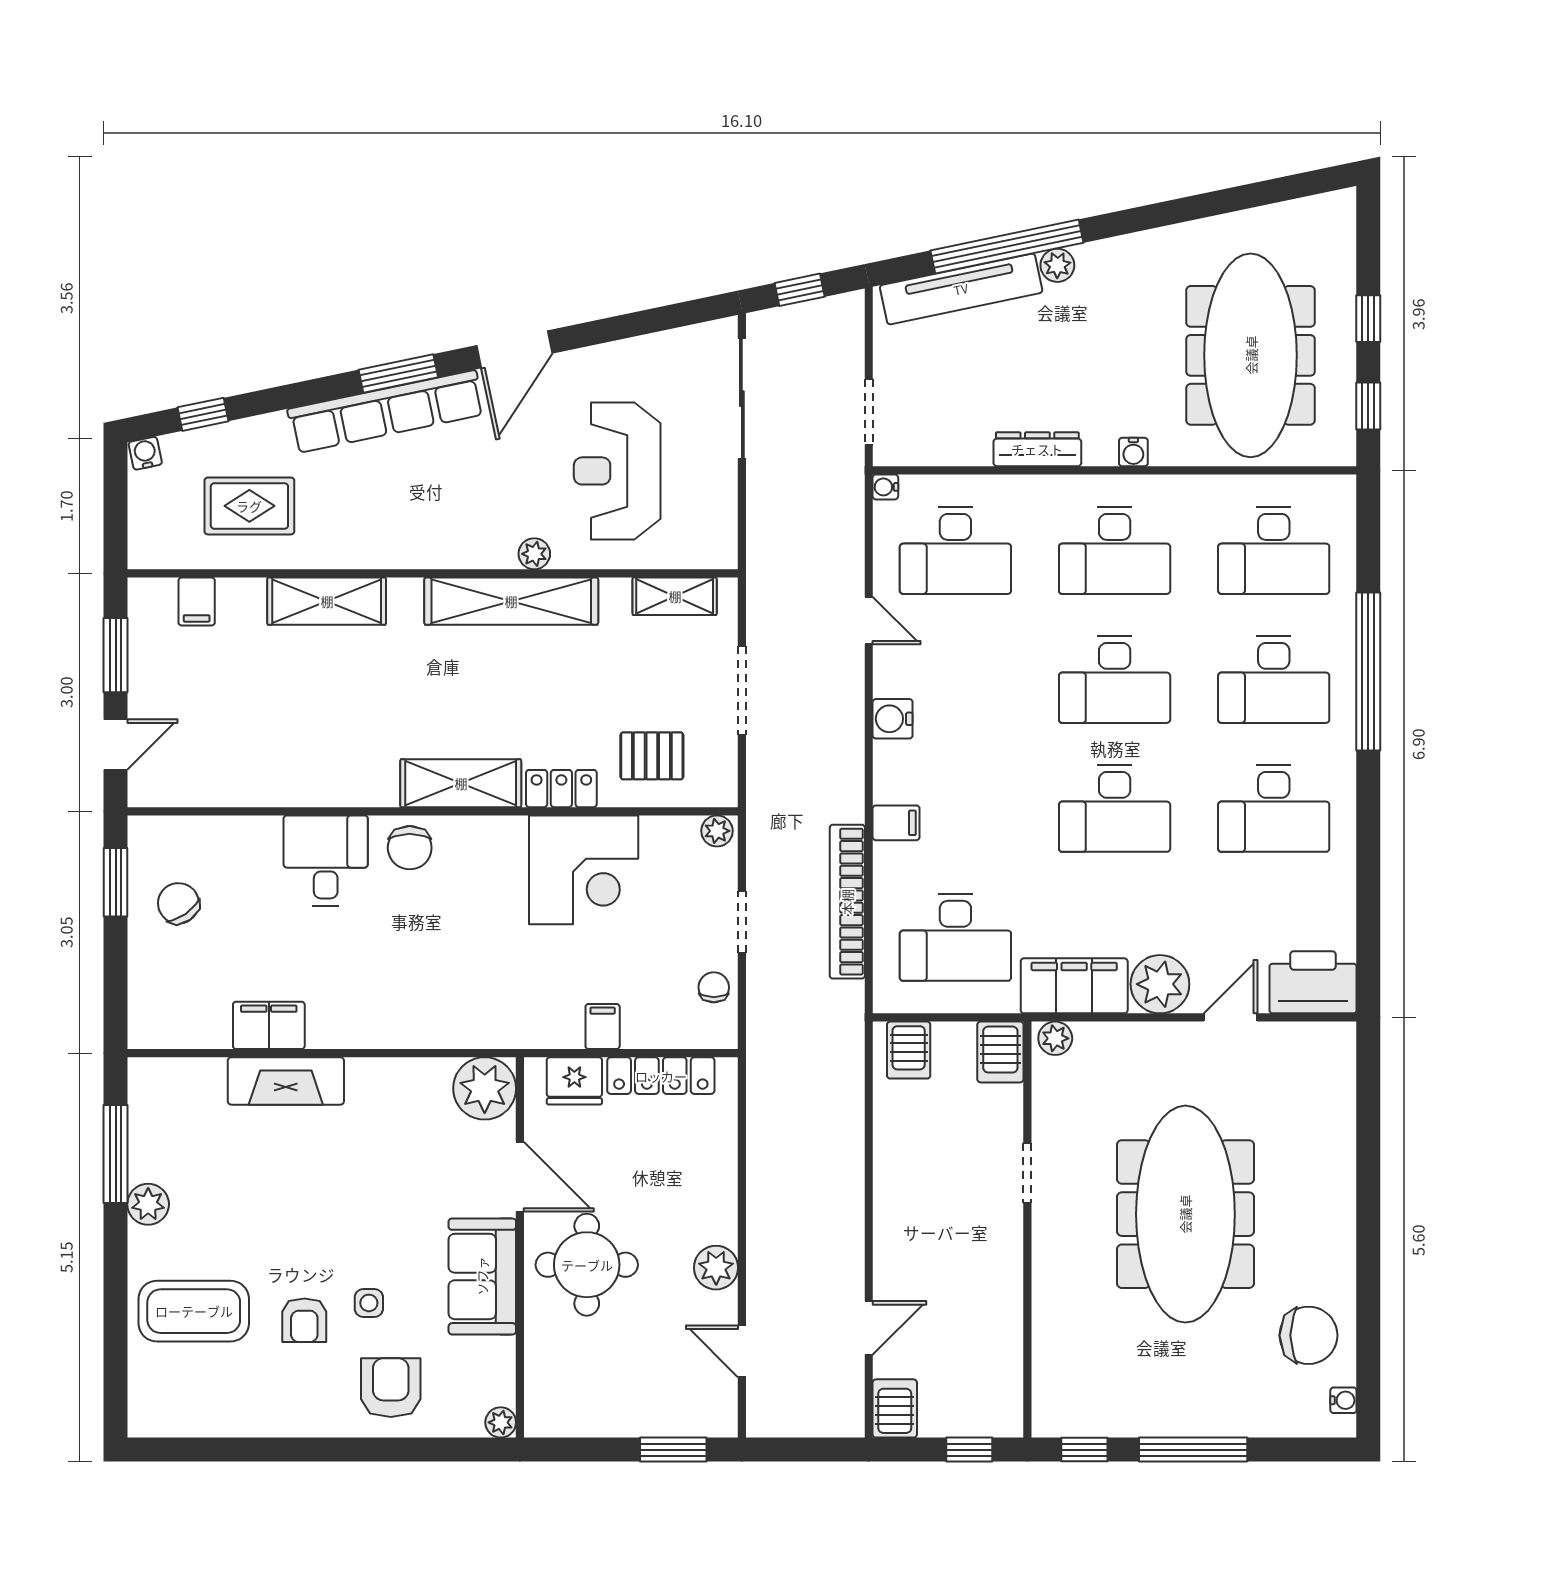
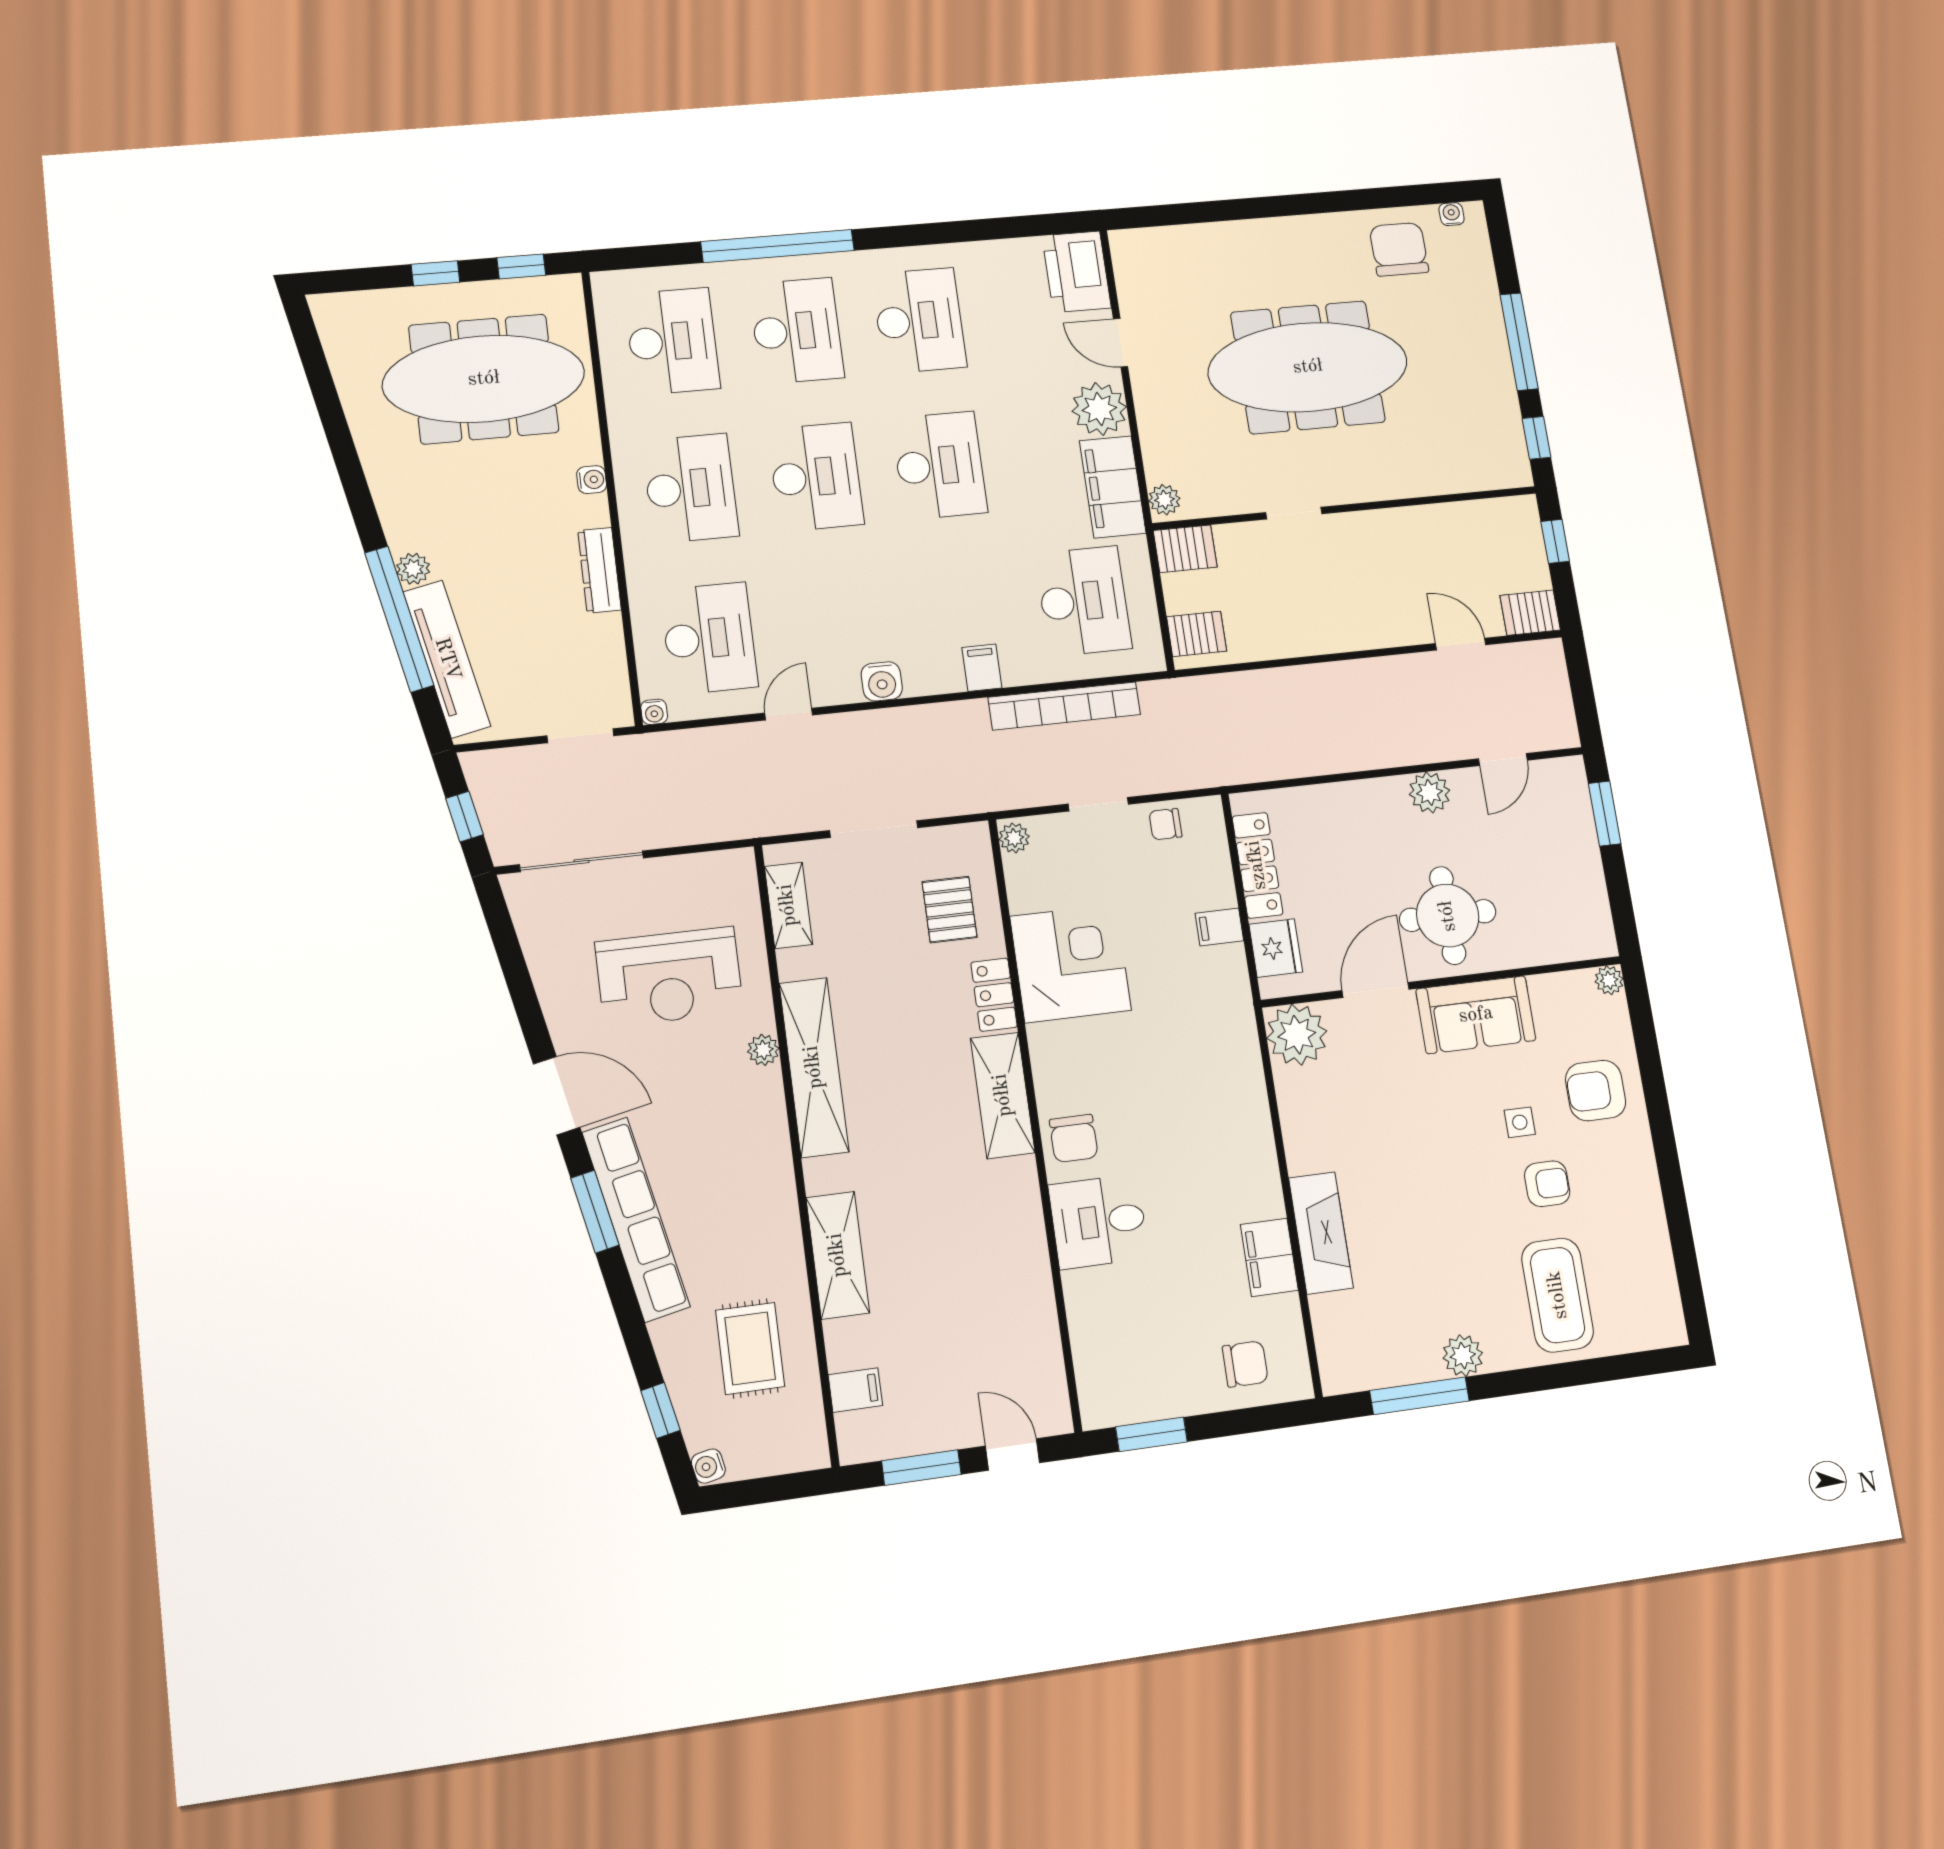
chair: (410, 848) -> (1074, 1138), turned 90
chair: (178, 903) -> (1245, 1364), moved, turned -145

